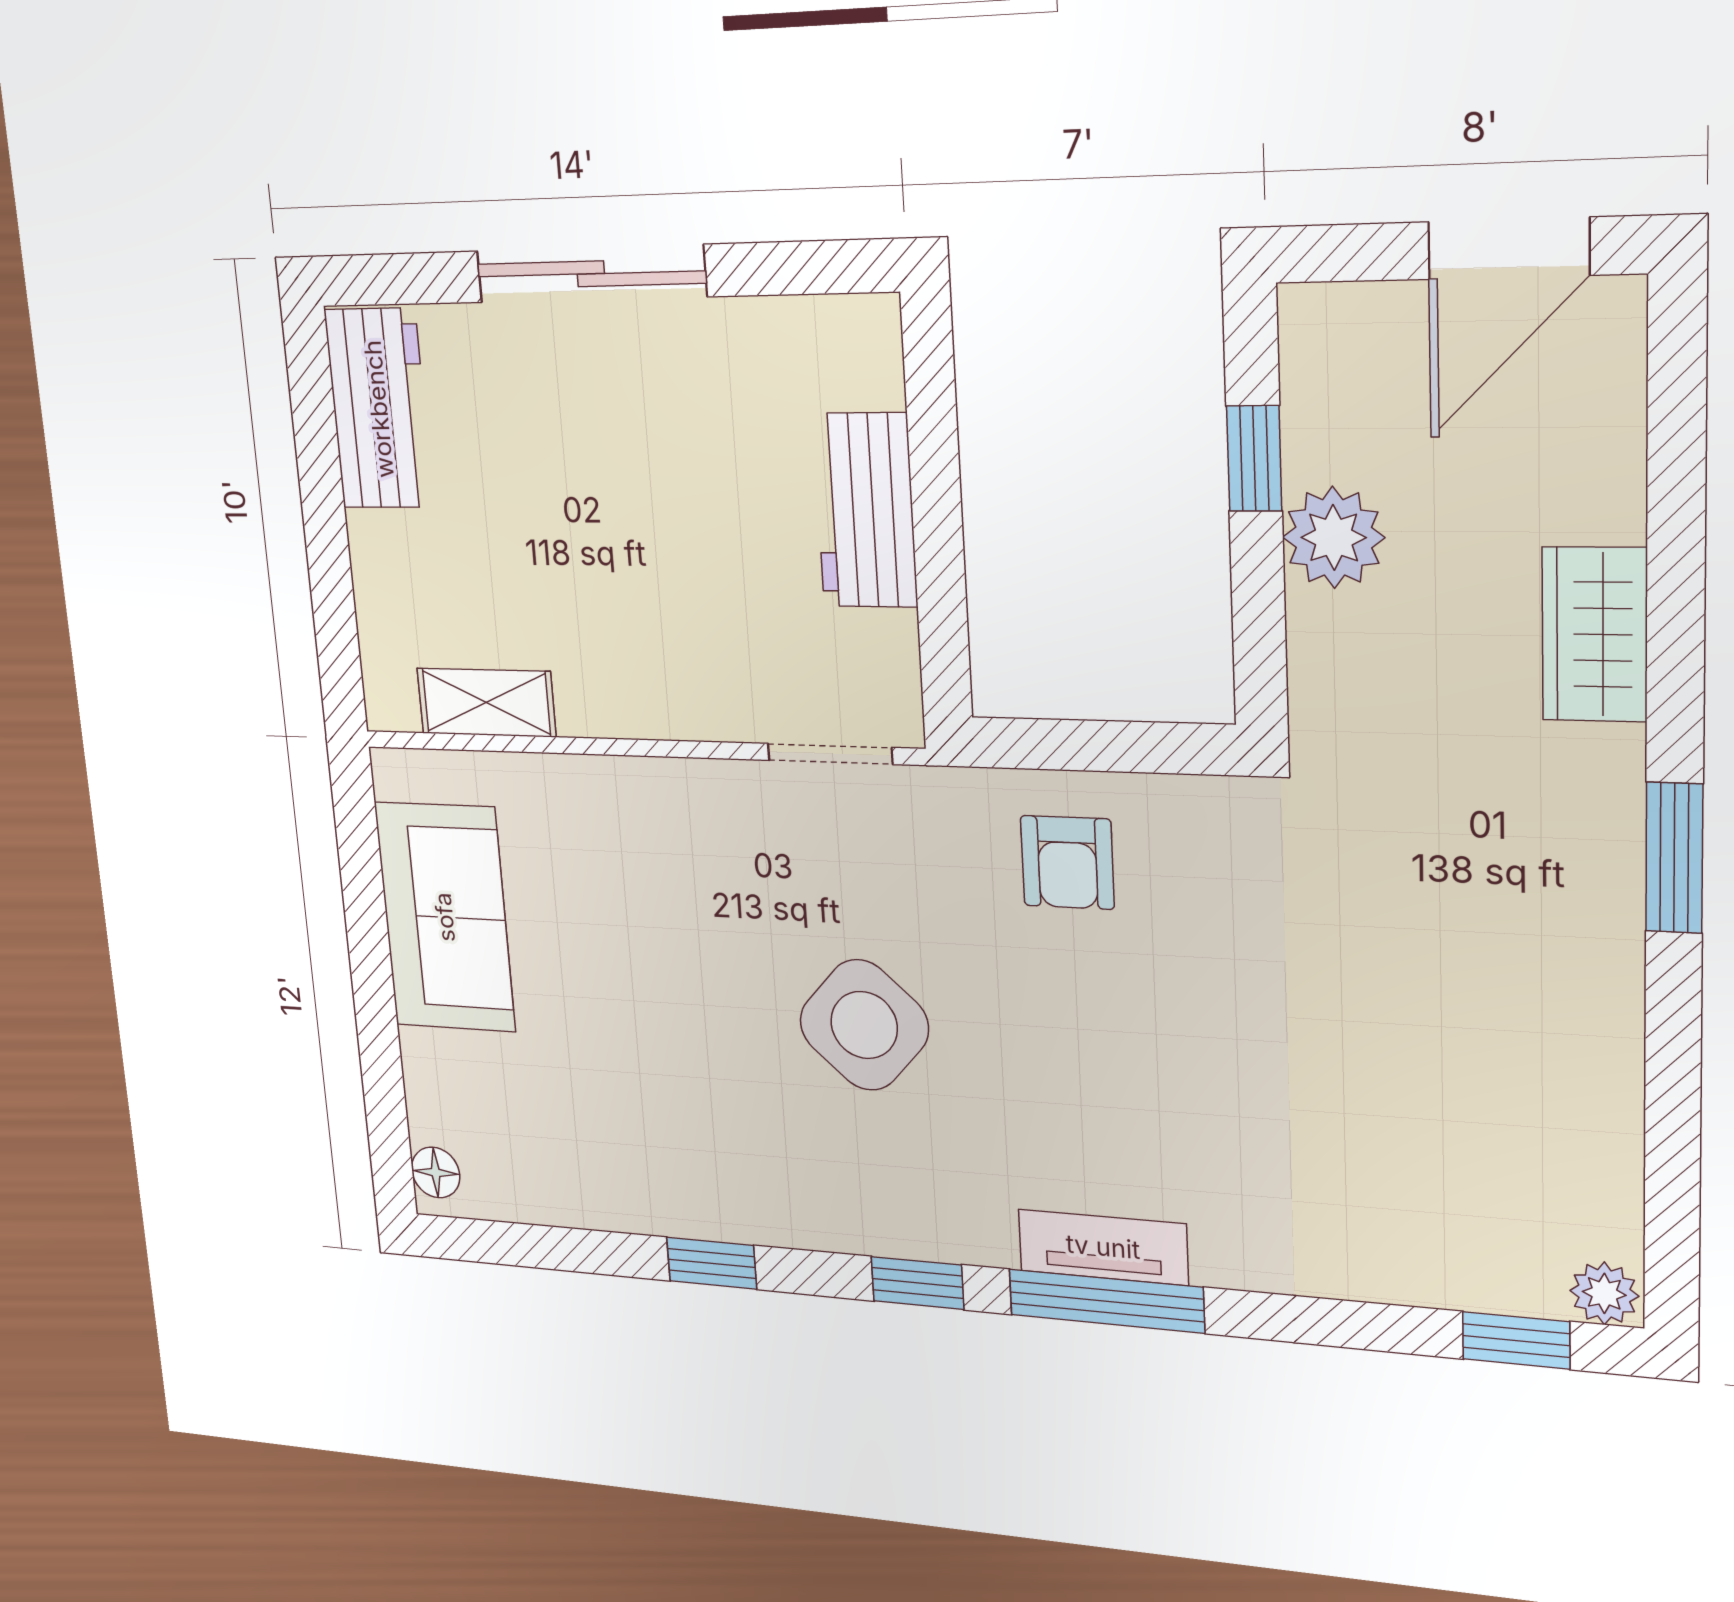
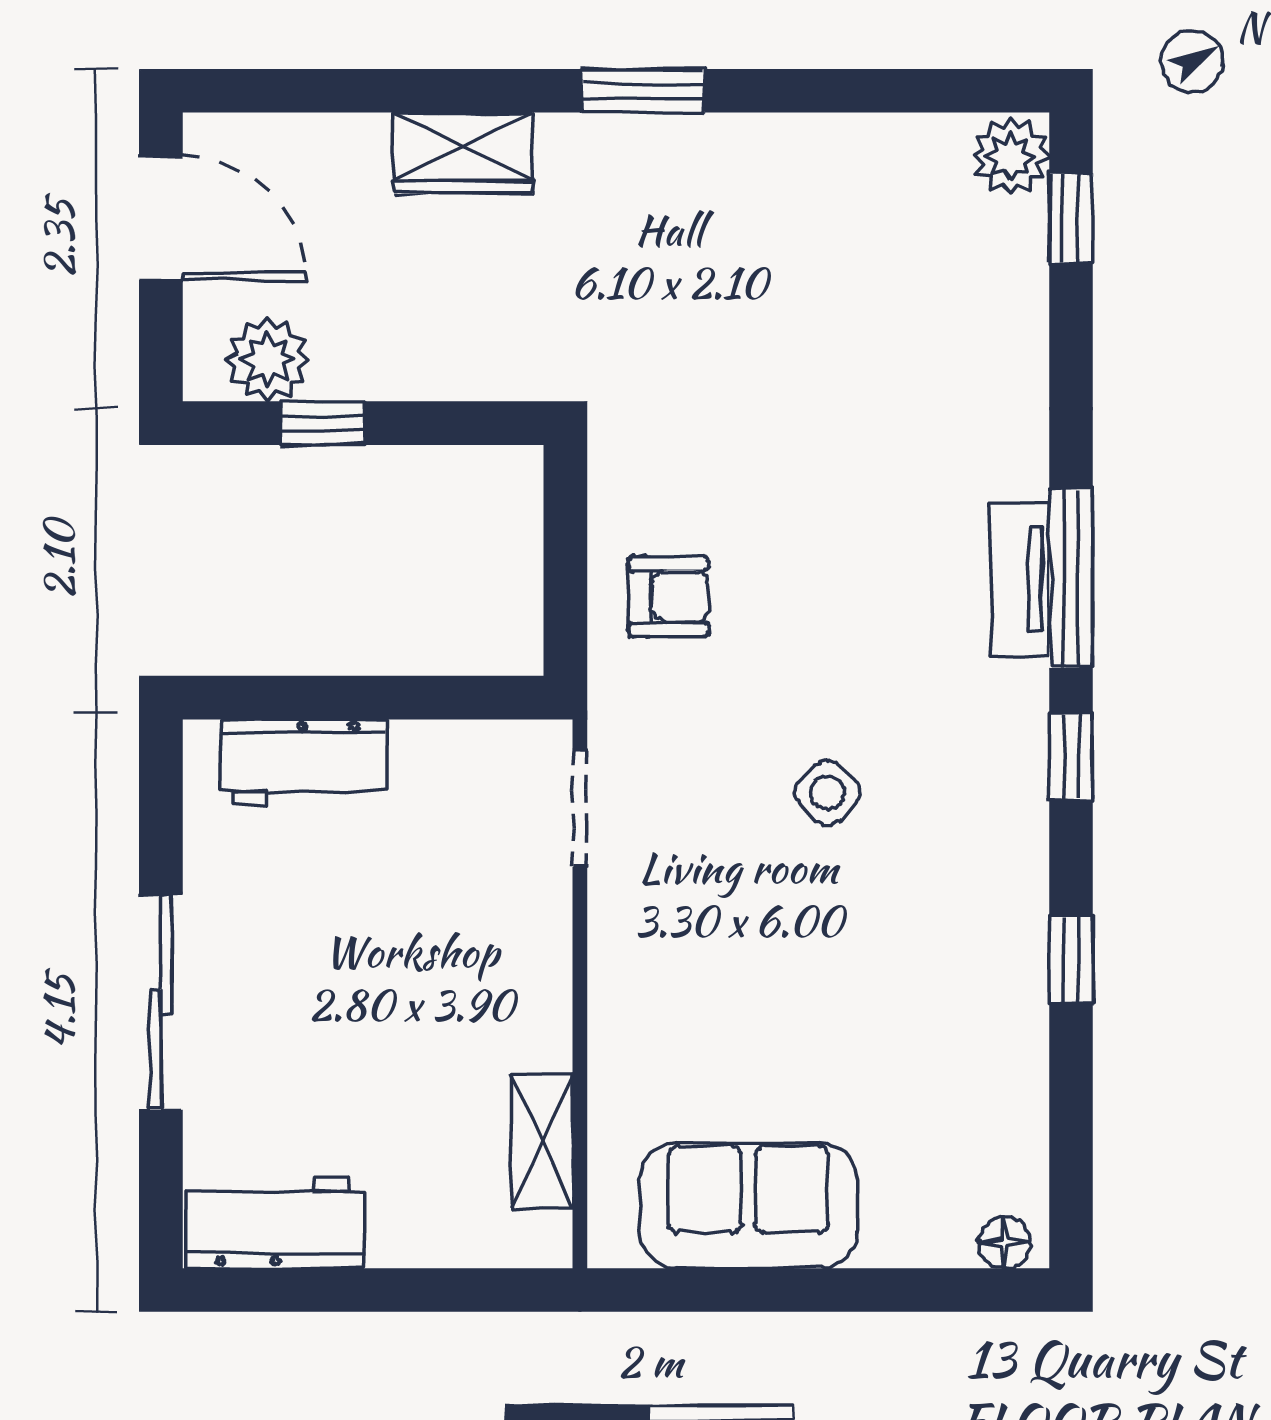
workbench: (865, 510) -> (303, 762), moved
plant: (1334, 537) -> (268, 360), moved
side table: (864, 1025) -> (828, 793), width x0.54, depth x0.54
plant: (1604, 1293) -> (1011, 156), width x1.38, depth x1.38

